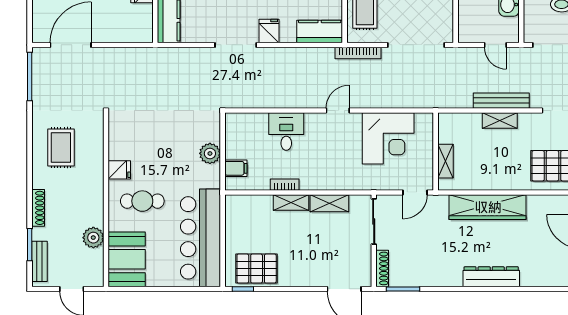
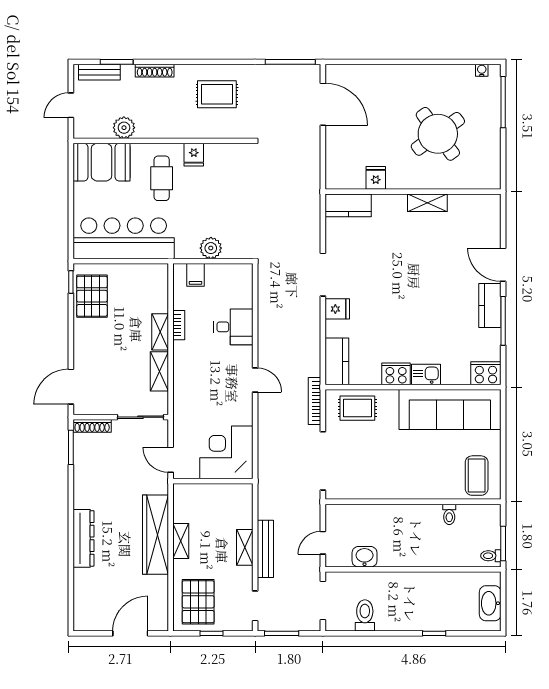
corner desk: (388, 138) -> (226, 452), moved, turned 90
shelving: (445, 161) -> (181, 541), moved, turned 90

